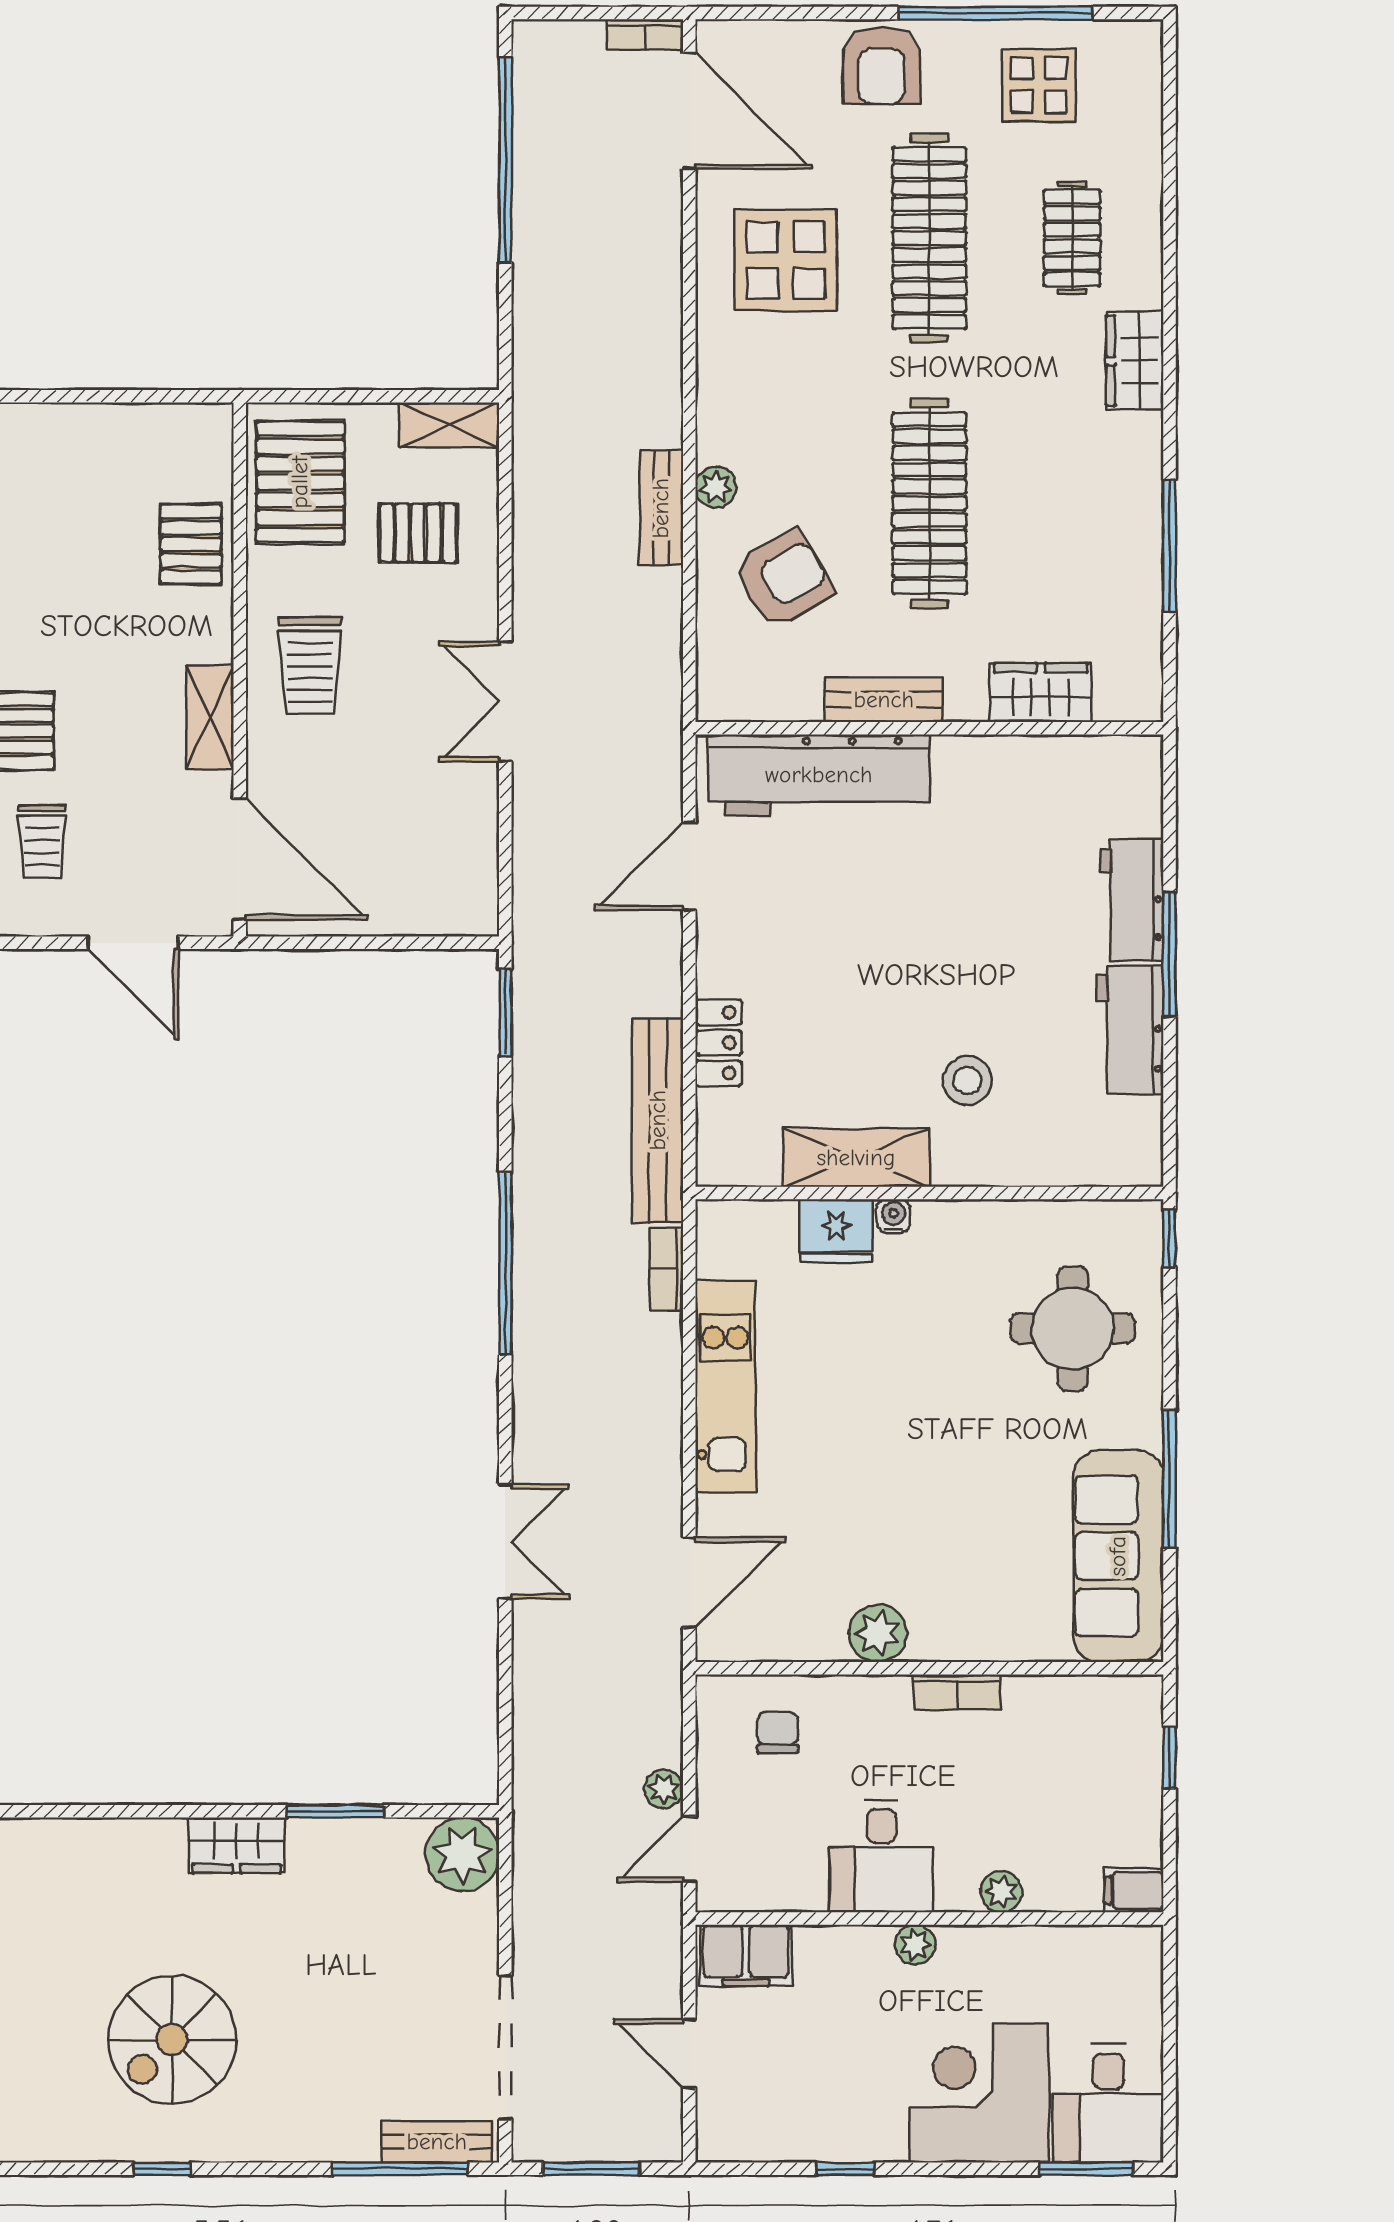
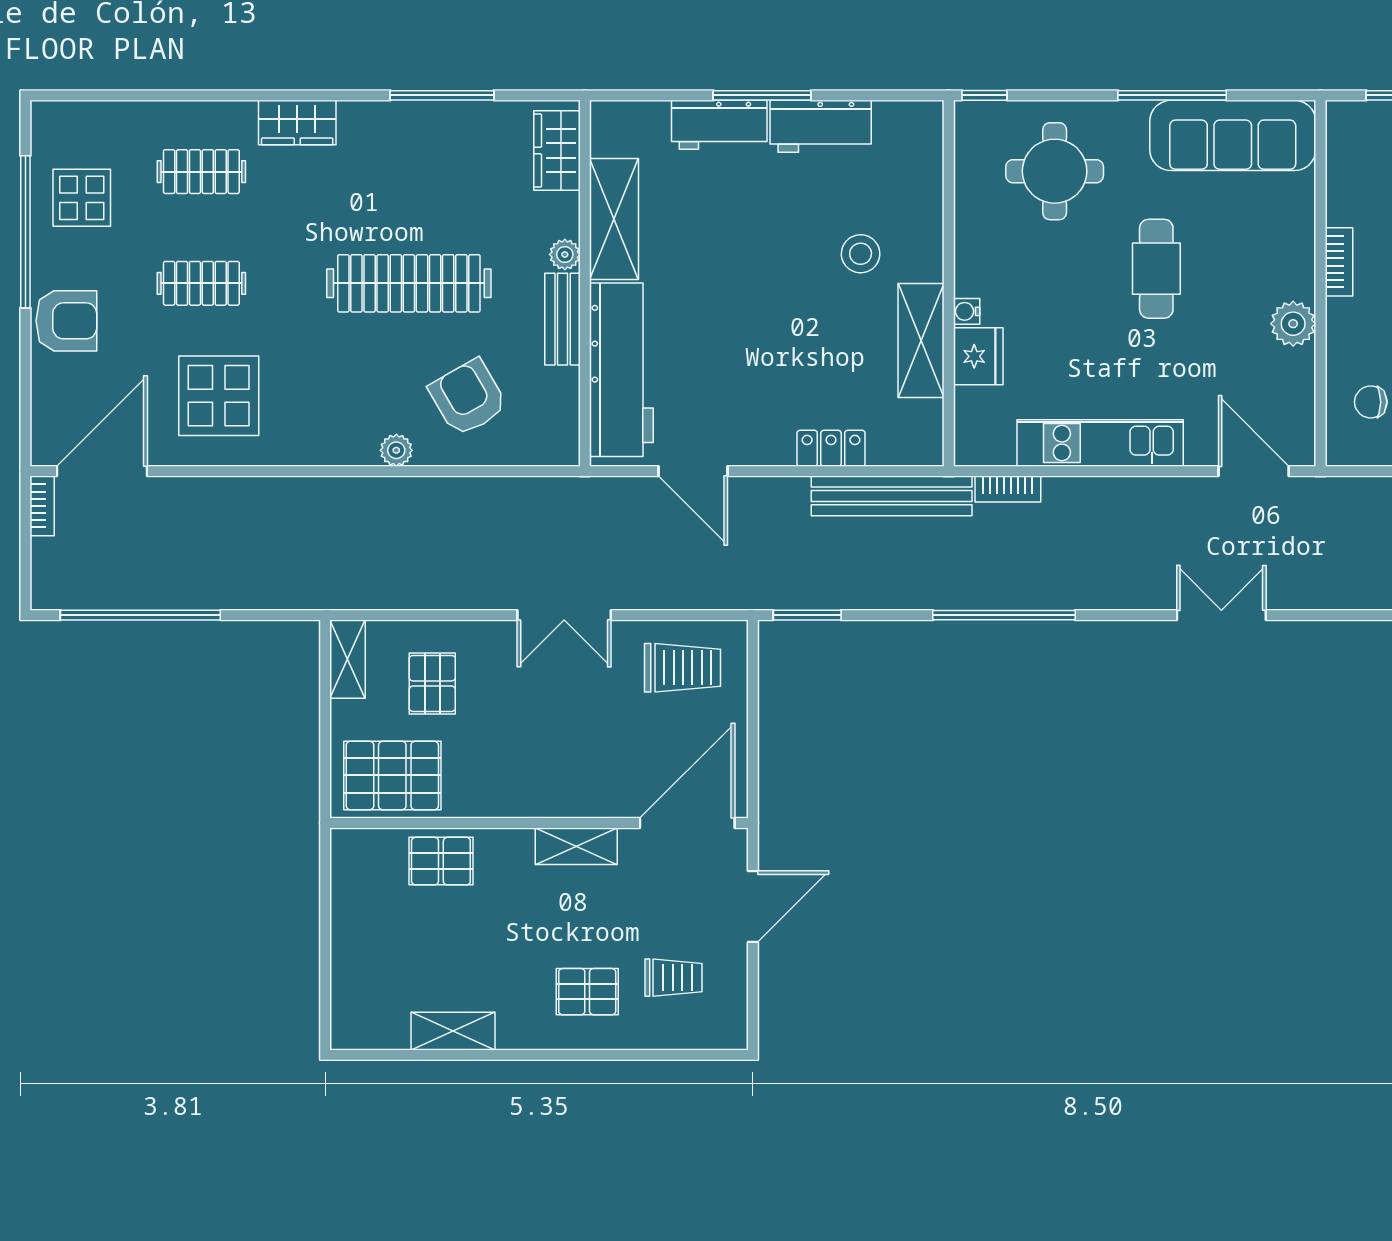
clothes rail: (929, 238) -> (201, 283), width x0.54, depth x0.76
bench: (661, 508) -> (412, 493), removed
trolley: (310, 666) -> (682, 668), moved
wardrobe: (1041, 693) -> (557, 151), moved
plant: (966, 702) -> (565, 254), added
shelving: (1011, 765) -> (614, 219), added
cafe table: (948, 1458) -> (1156, 269), added

